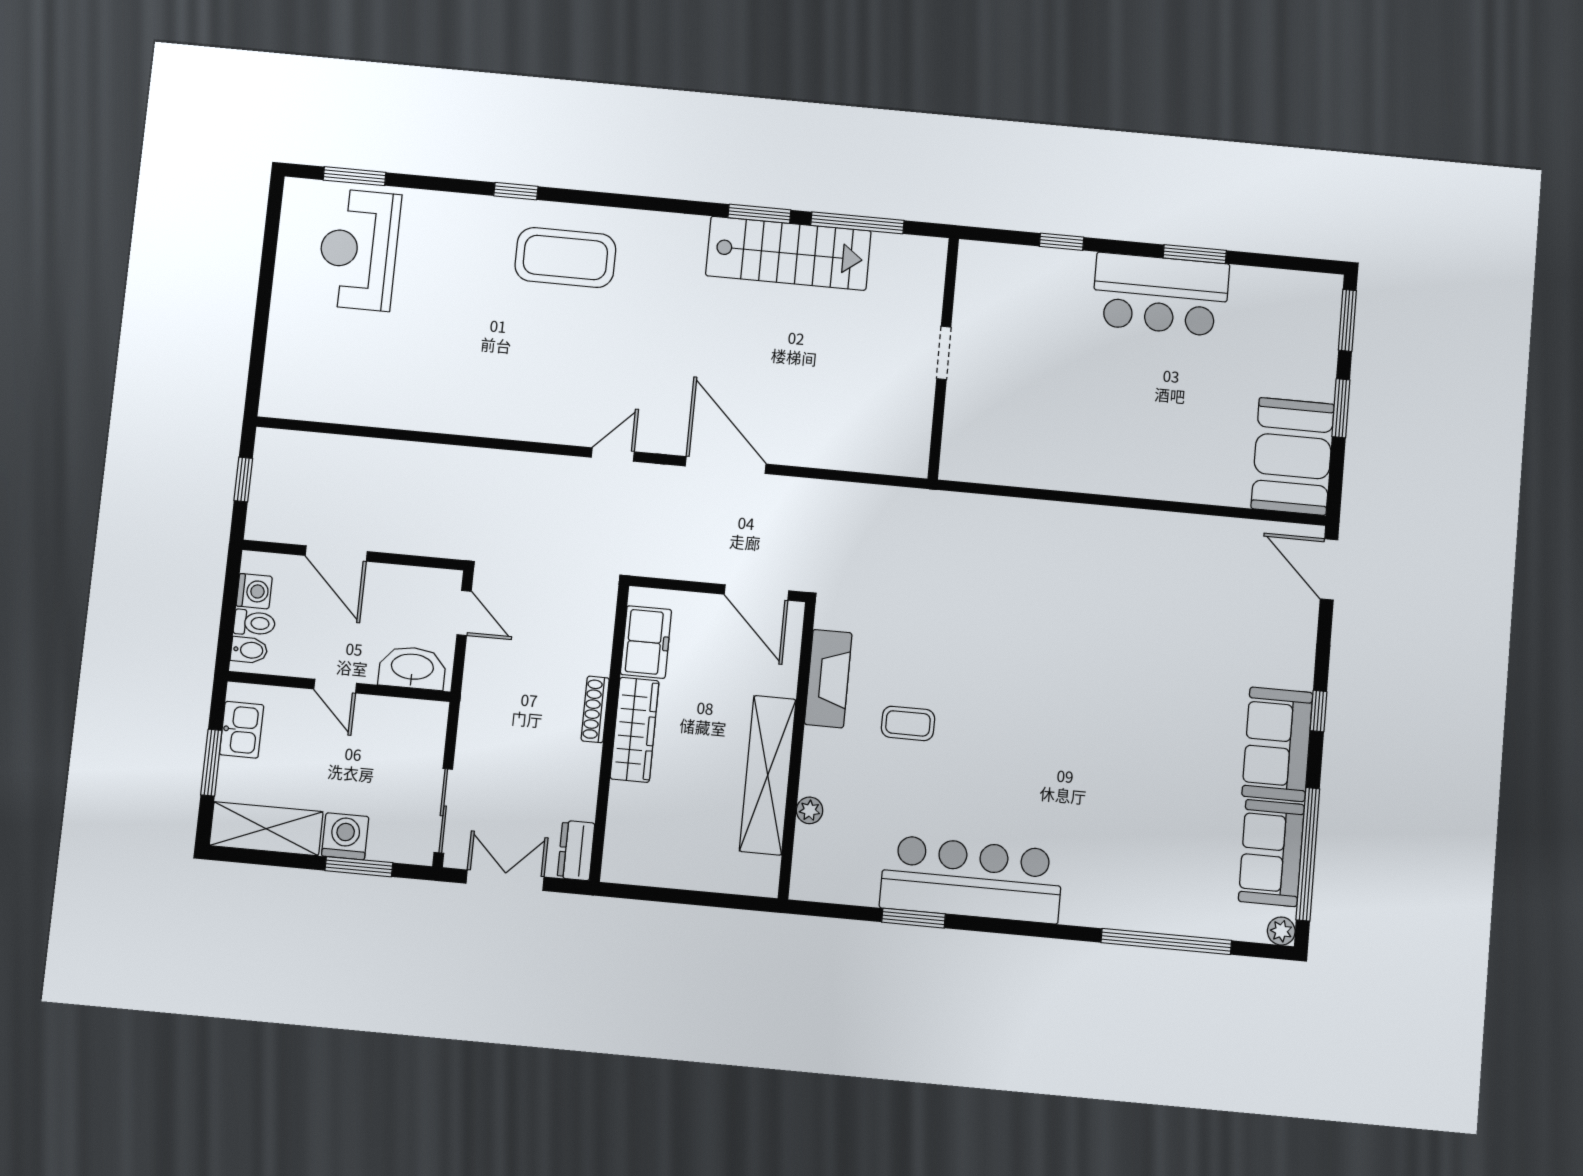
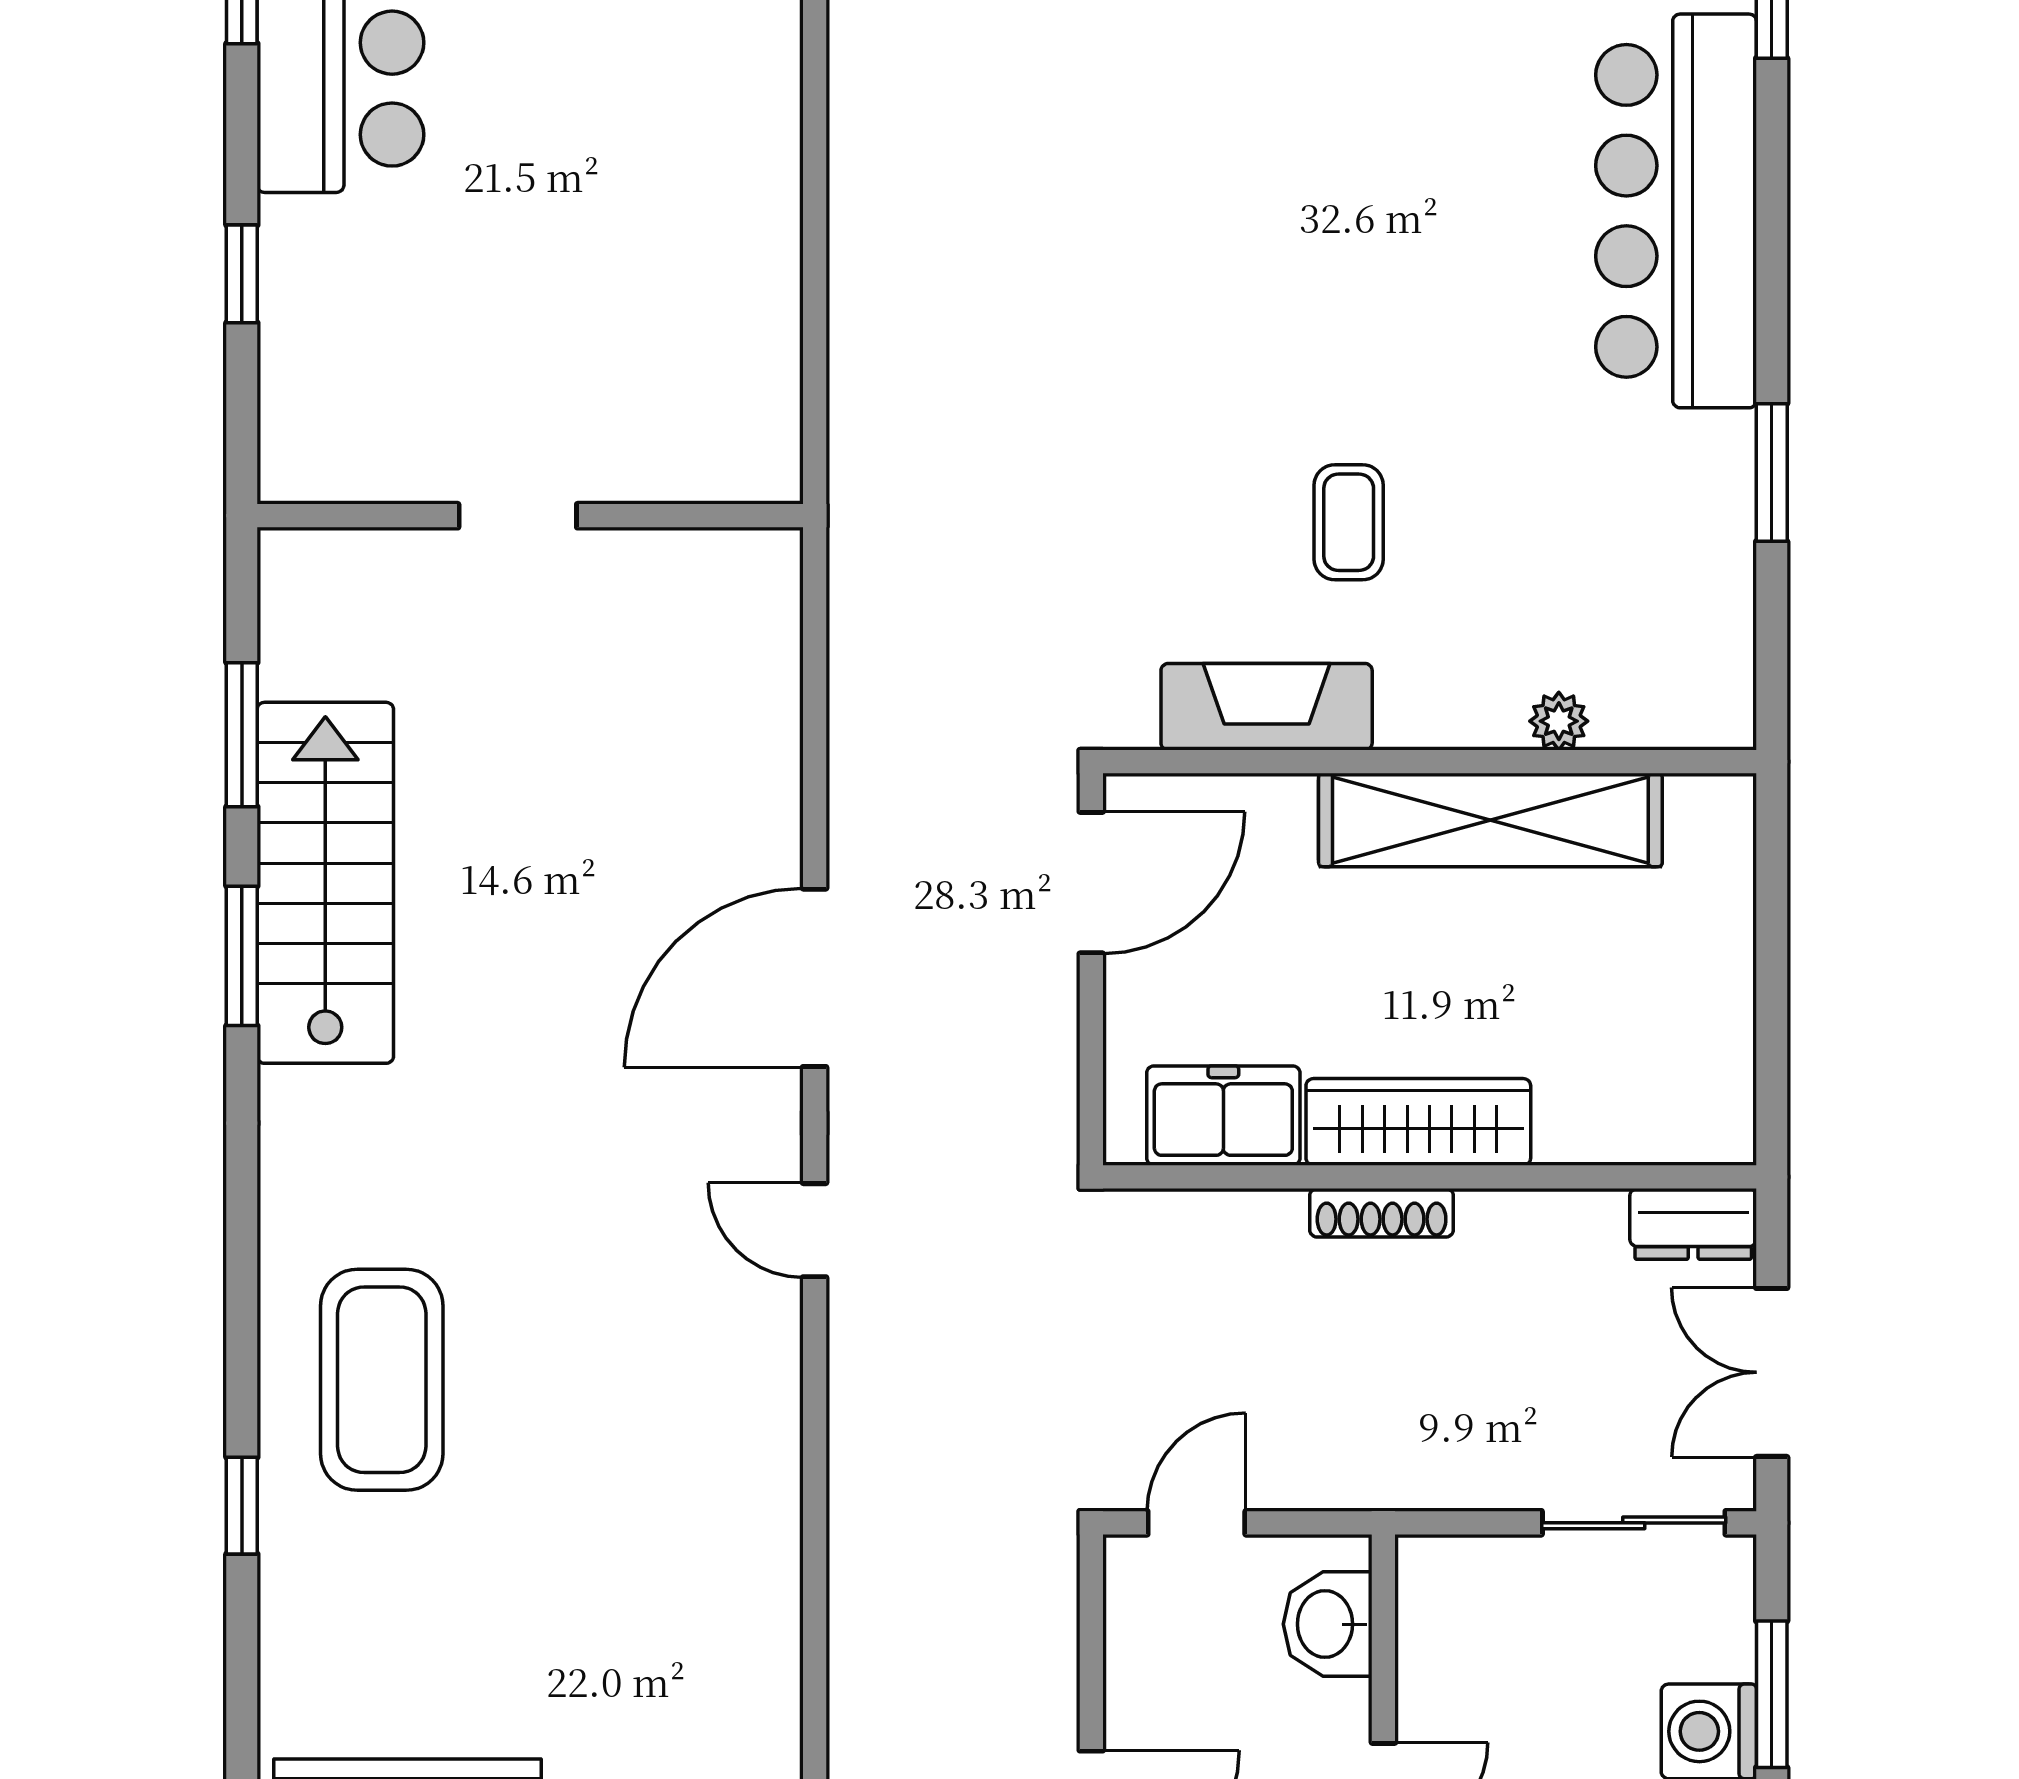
window: (857, 223) -> (242, 735), width x0.69
washbasin: (412, 668) -> (1328, 1624), width x0.72
bar counter: (972, 879) -> (1676, 211), moved

